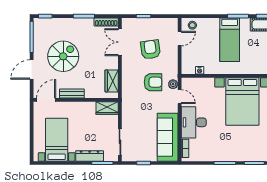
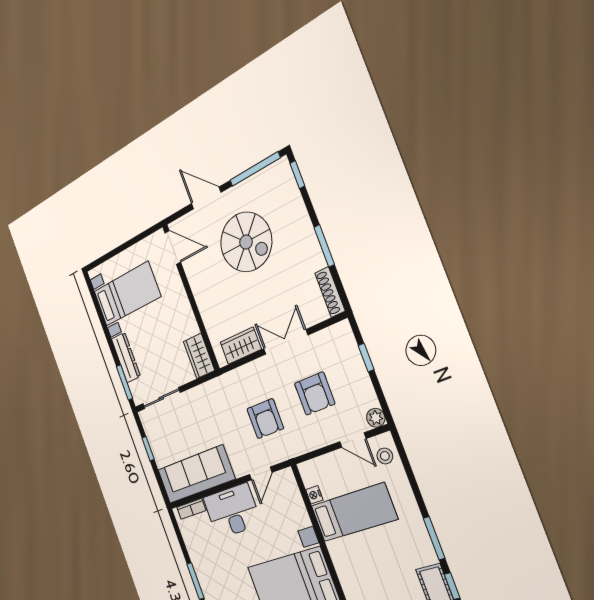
bed: (230, 40) -> (354, 512), moved, turned 180
double door: (120, 42) -> (286, 342), moved
armchair: (150, 50) -> (315, 394), turned 98
plant: (173, 84) -> (376, 418), moved
bench: (72, 93) -> (197, 286), removed

